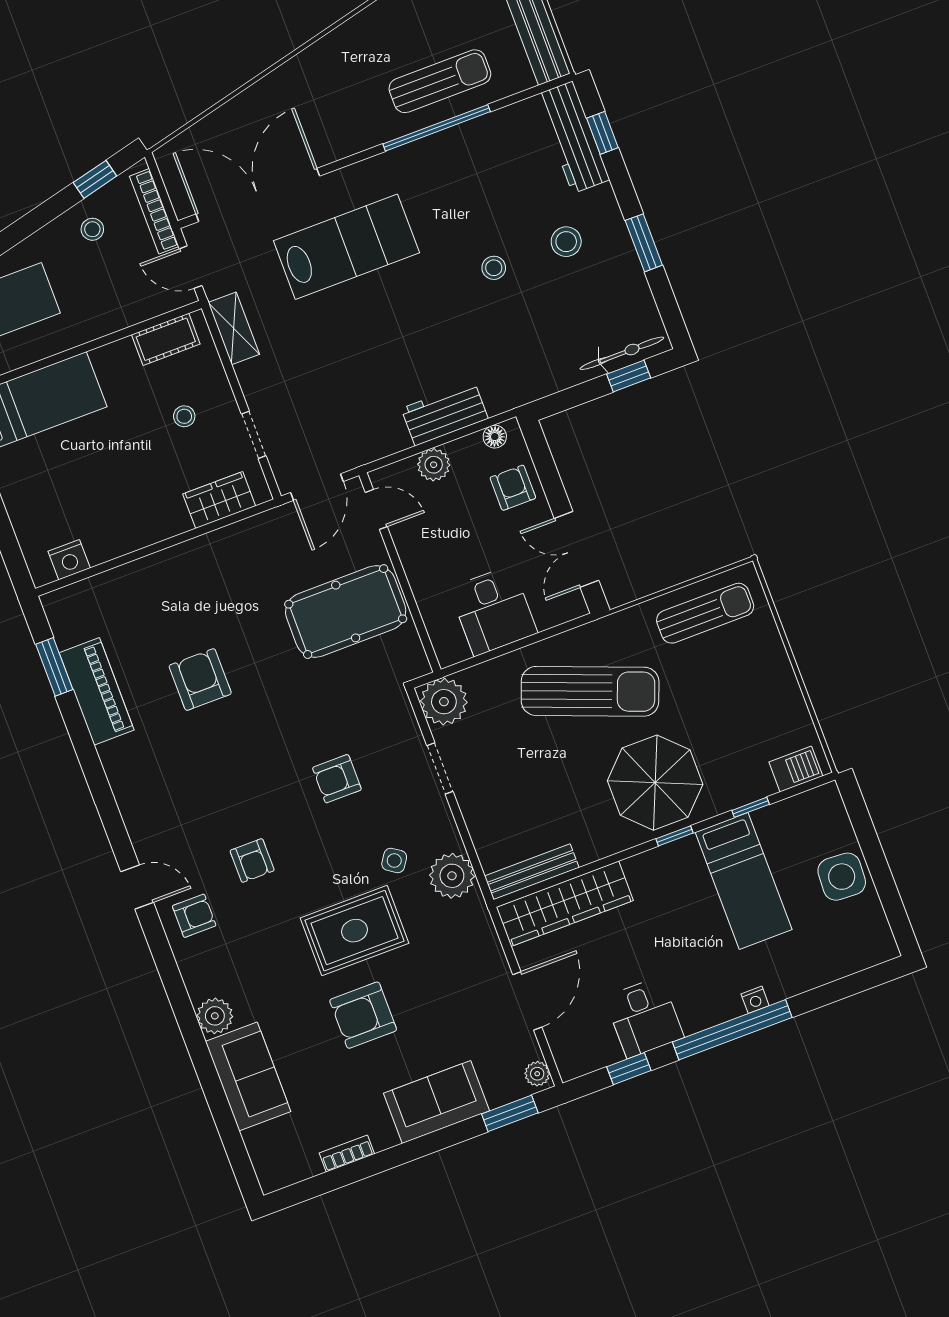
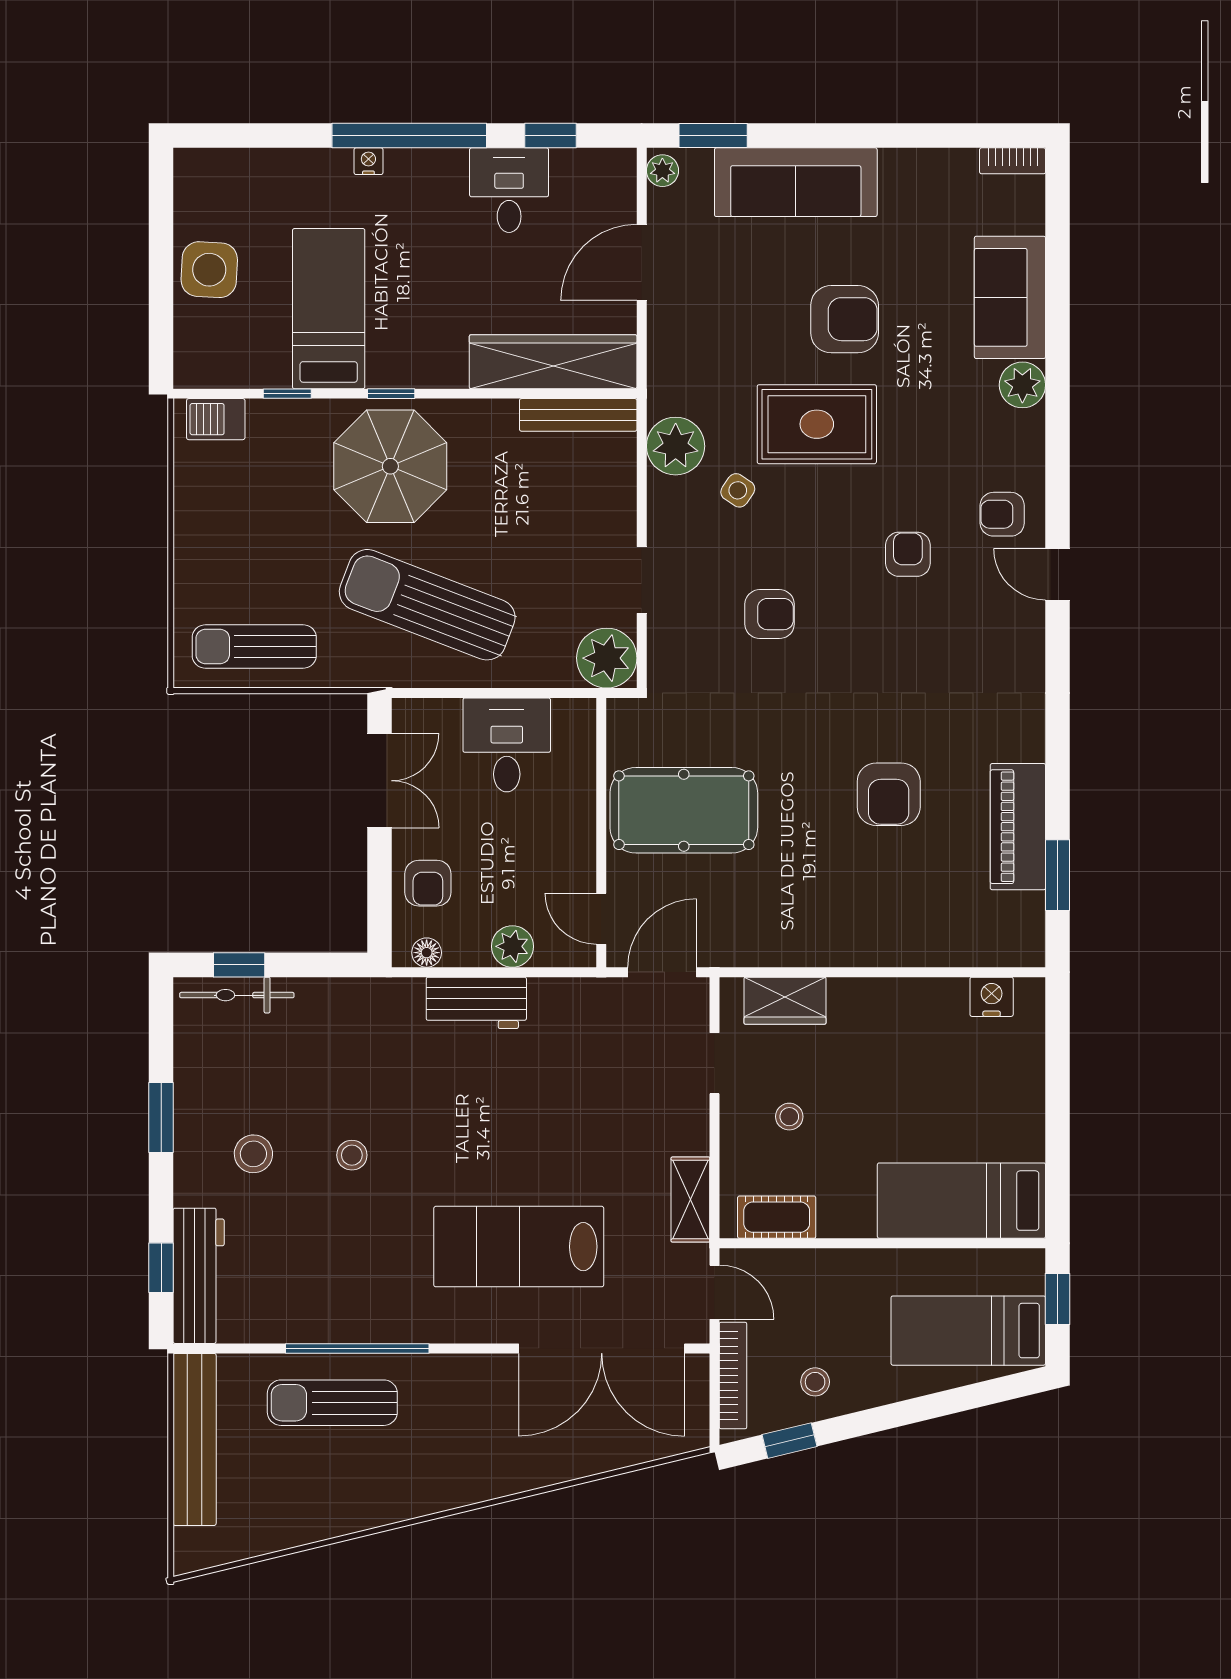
sofa: (436, 1102) -> (796, 182), width x1.36
bookcase: (347, 1154) -> (1013, 161), moved

